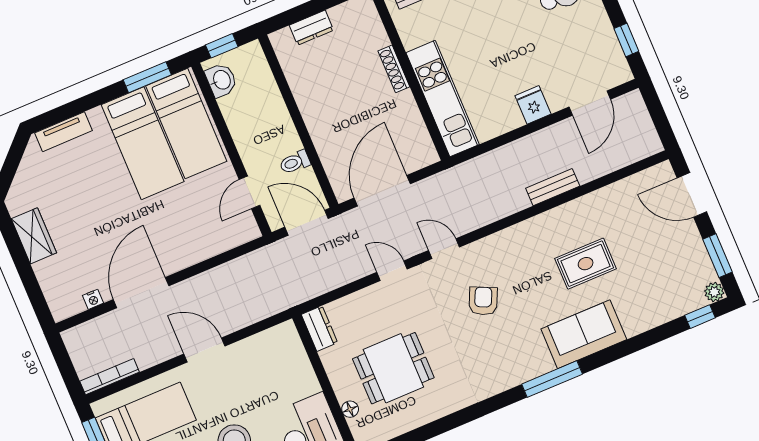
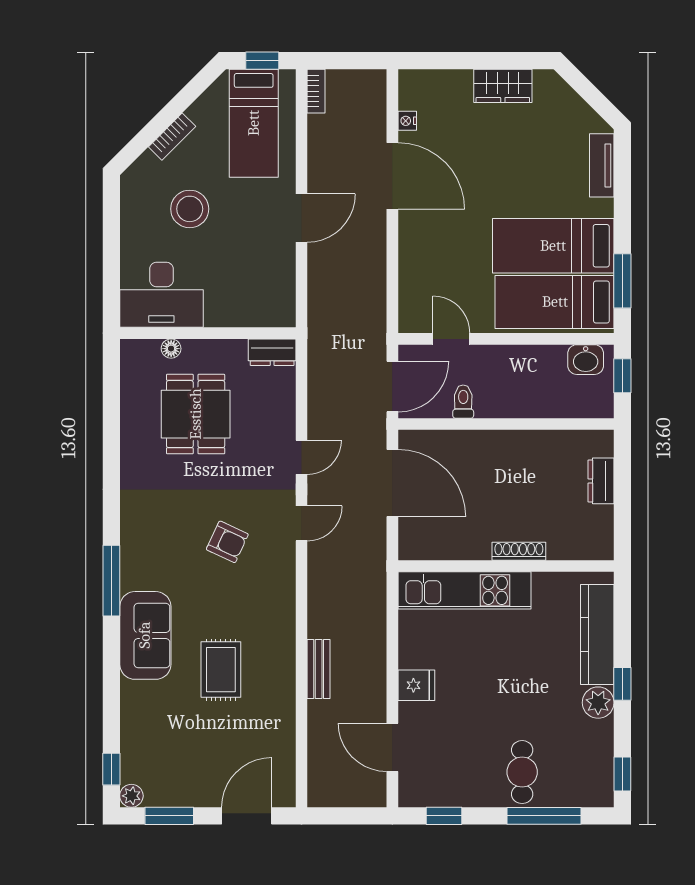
bookcase: (110, 377) -> (316, 91), width x0.64

